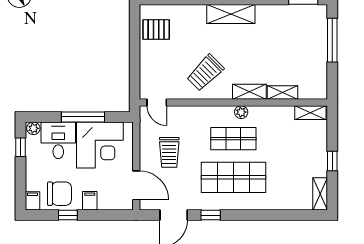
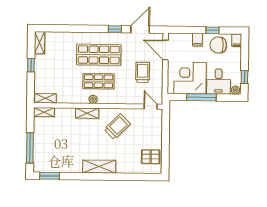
shelving: (283, 93) -> (44, 112), moved

